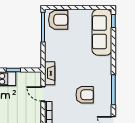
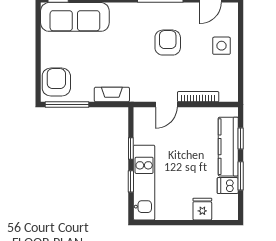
fireplace: (50, 73) -> (112, 95), moved

